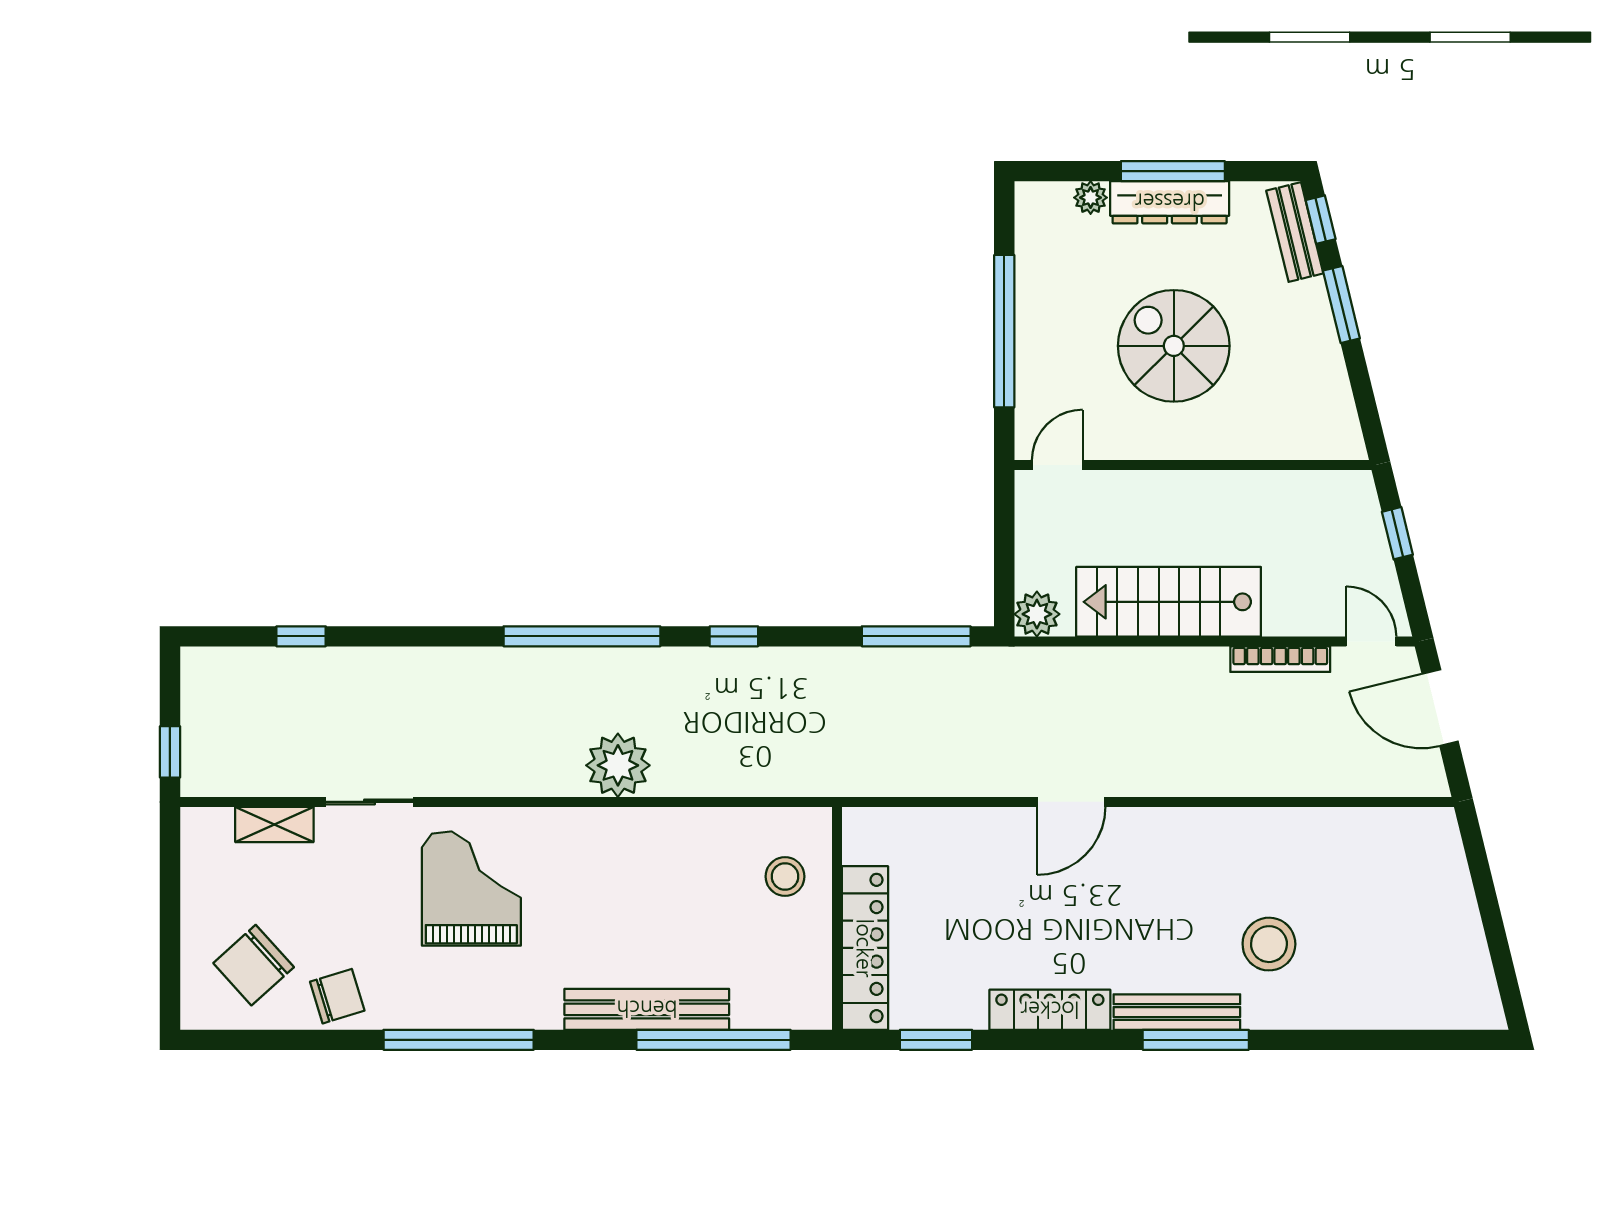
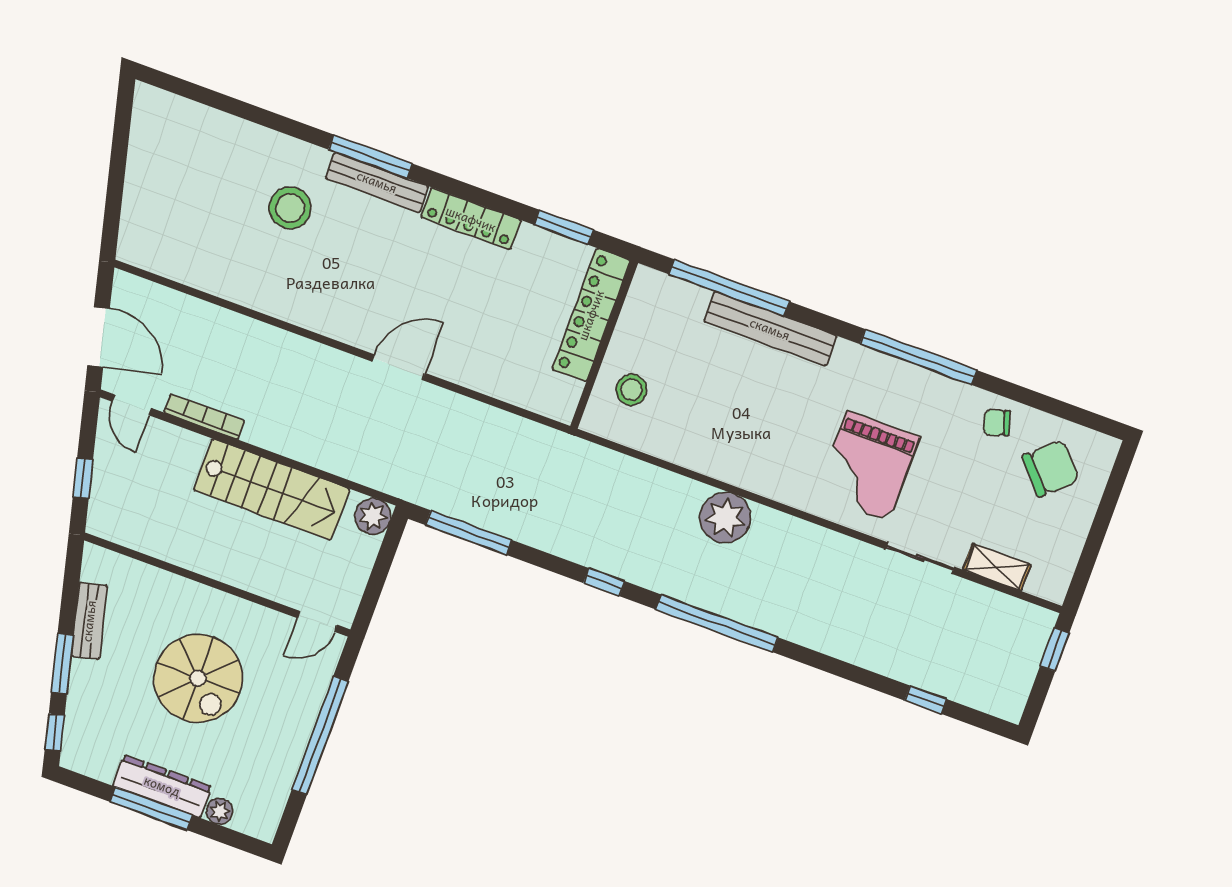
bench: (1295, 232) -> (89, 621), moved
chair: (337, 996) -> (997, 423), width x0.73, depth x0.73

